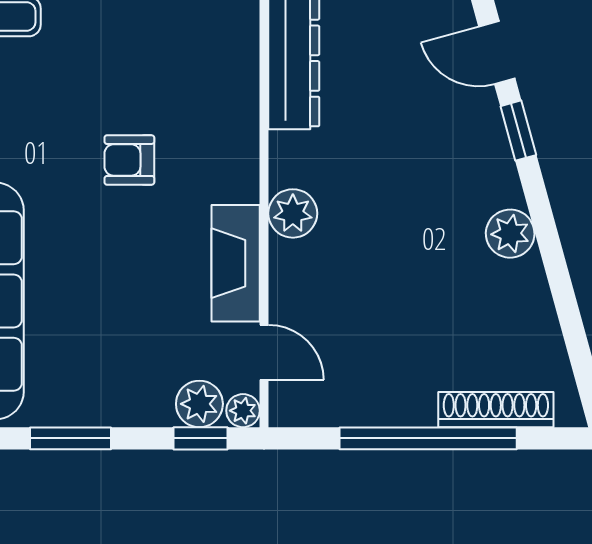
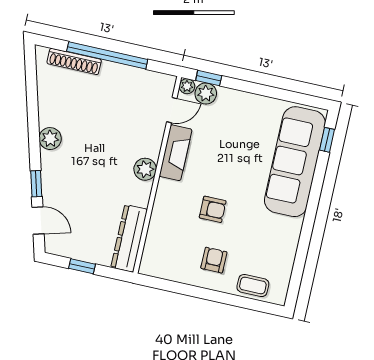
armchair: (103, 52) -> (214, 260), added
door: (264, 352) -> (172, 110), swing flipped
window: (70, 438) -> (267, 91), removed

